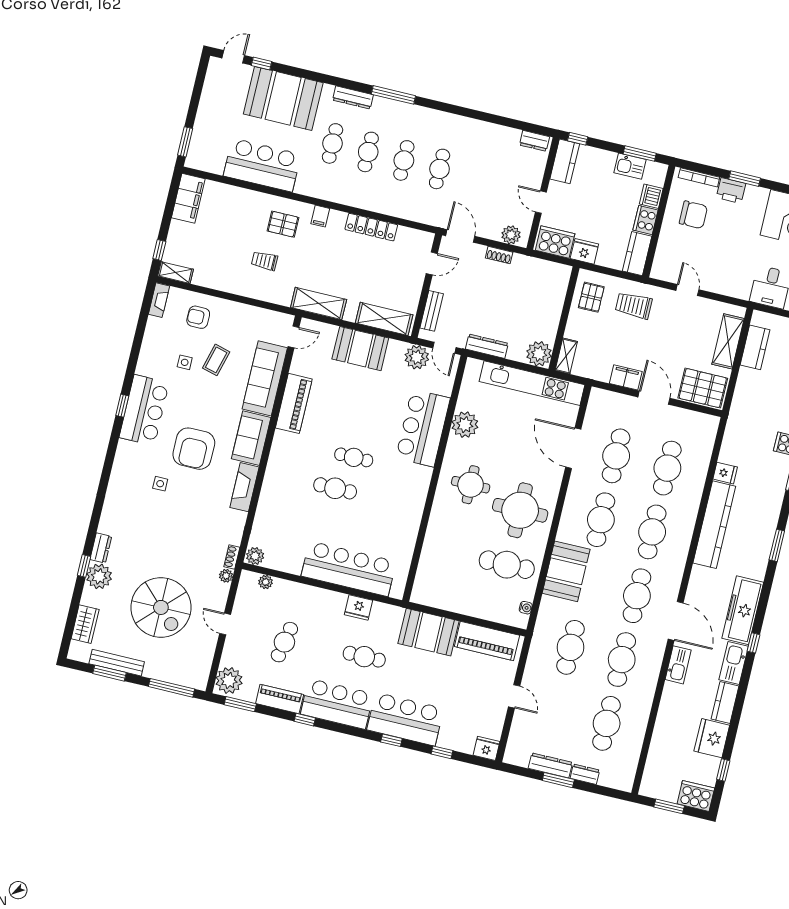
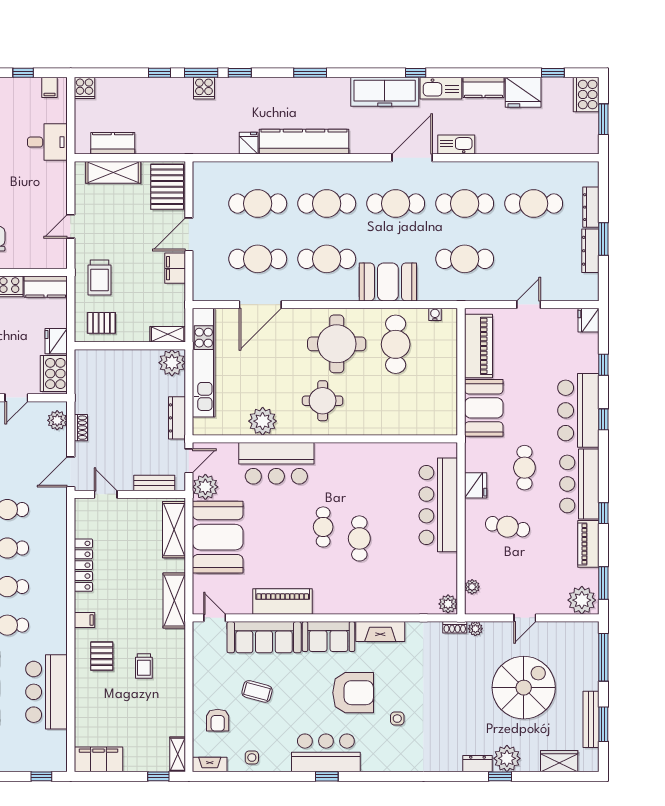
window: (185, 142) -> (41, 776), width x0.67
booth: (360, 349) -> (218, 537), width x1.36, depth x1.42
side table: (185, 362) -> (252, 758), moved
cafe table: (284, 642) -> (507, 527), moved
dresser: (585, 774) -> (591, 207), width x1.44

